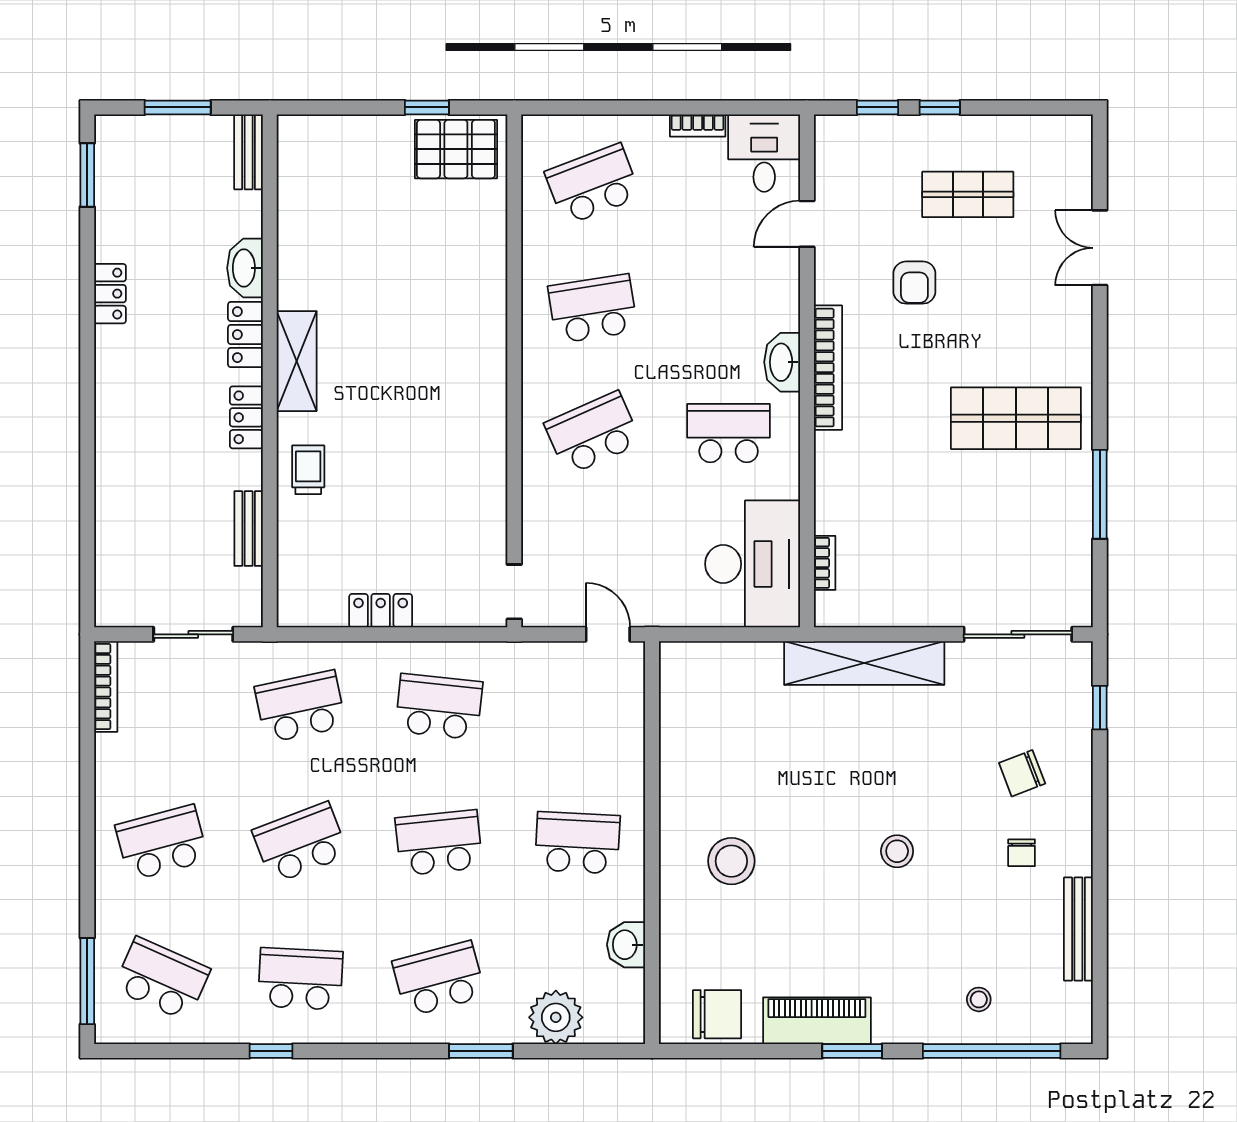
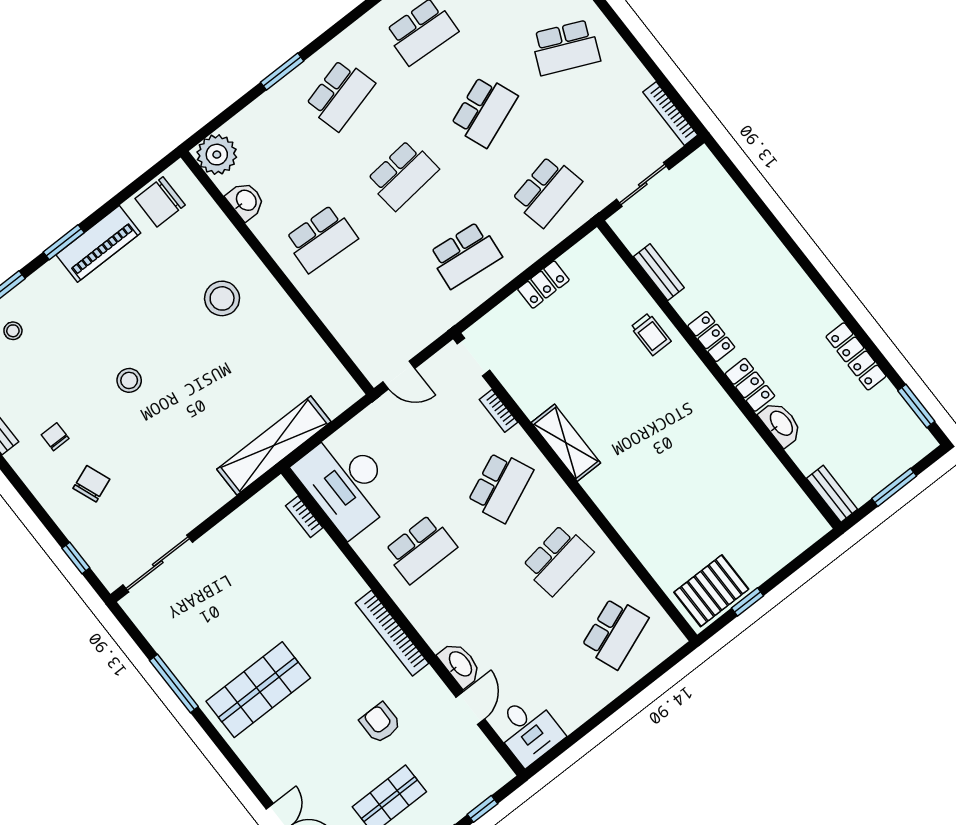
bookcase: (698, 125) -> (498, 411), moved, turned -90
locker: (110, 294) -> (856, 356), width x1.53
shelving: (297, 361) -> (566, 443), moved
washbasin: (782, 362) -> (460, 664), moved
shelving: (864, 663) -> (274, 446), moved
school desk: (162, 843) -> (566, 47), turned 39
plant: (556, 1017) -> (217, 155), moved

